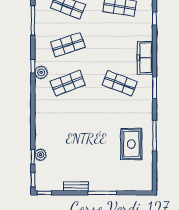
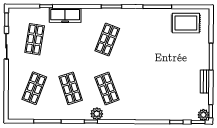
freezer: (145, 58) -> (65, 15), moved
rug: (131, 144) -> (186, 23), moved
plant: (41, 155) -> (203, 115), moved

